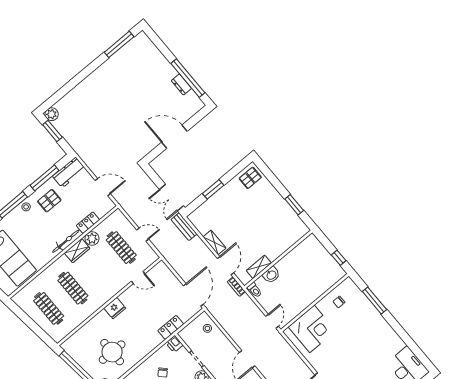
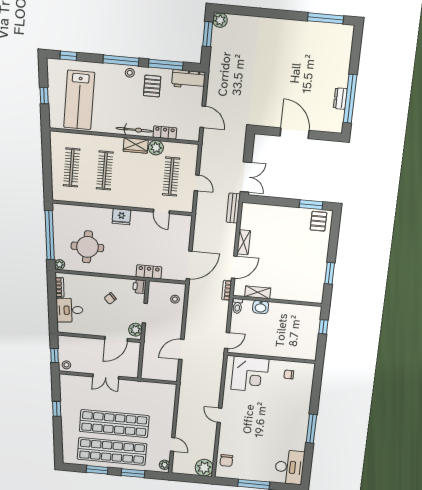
pallet: (250, 178) -> (318, 221), turned 90
window: (213, 189) -> (311, 205), moved
double door: (171, 198) -> (246, 177), swing flipped
pallet: (49, 201) -> (152, 86), turned 90
window: (339, 258) -> (323, 327), moved
window: (375, 301) -> (311, 429), moved

